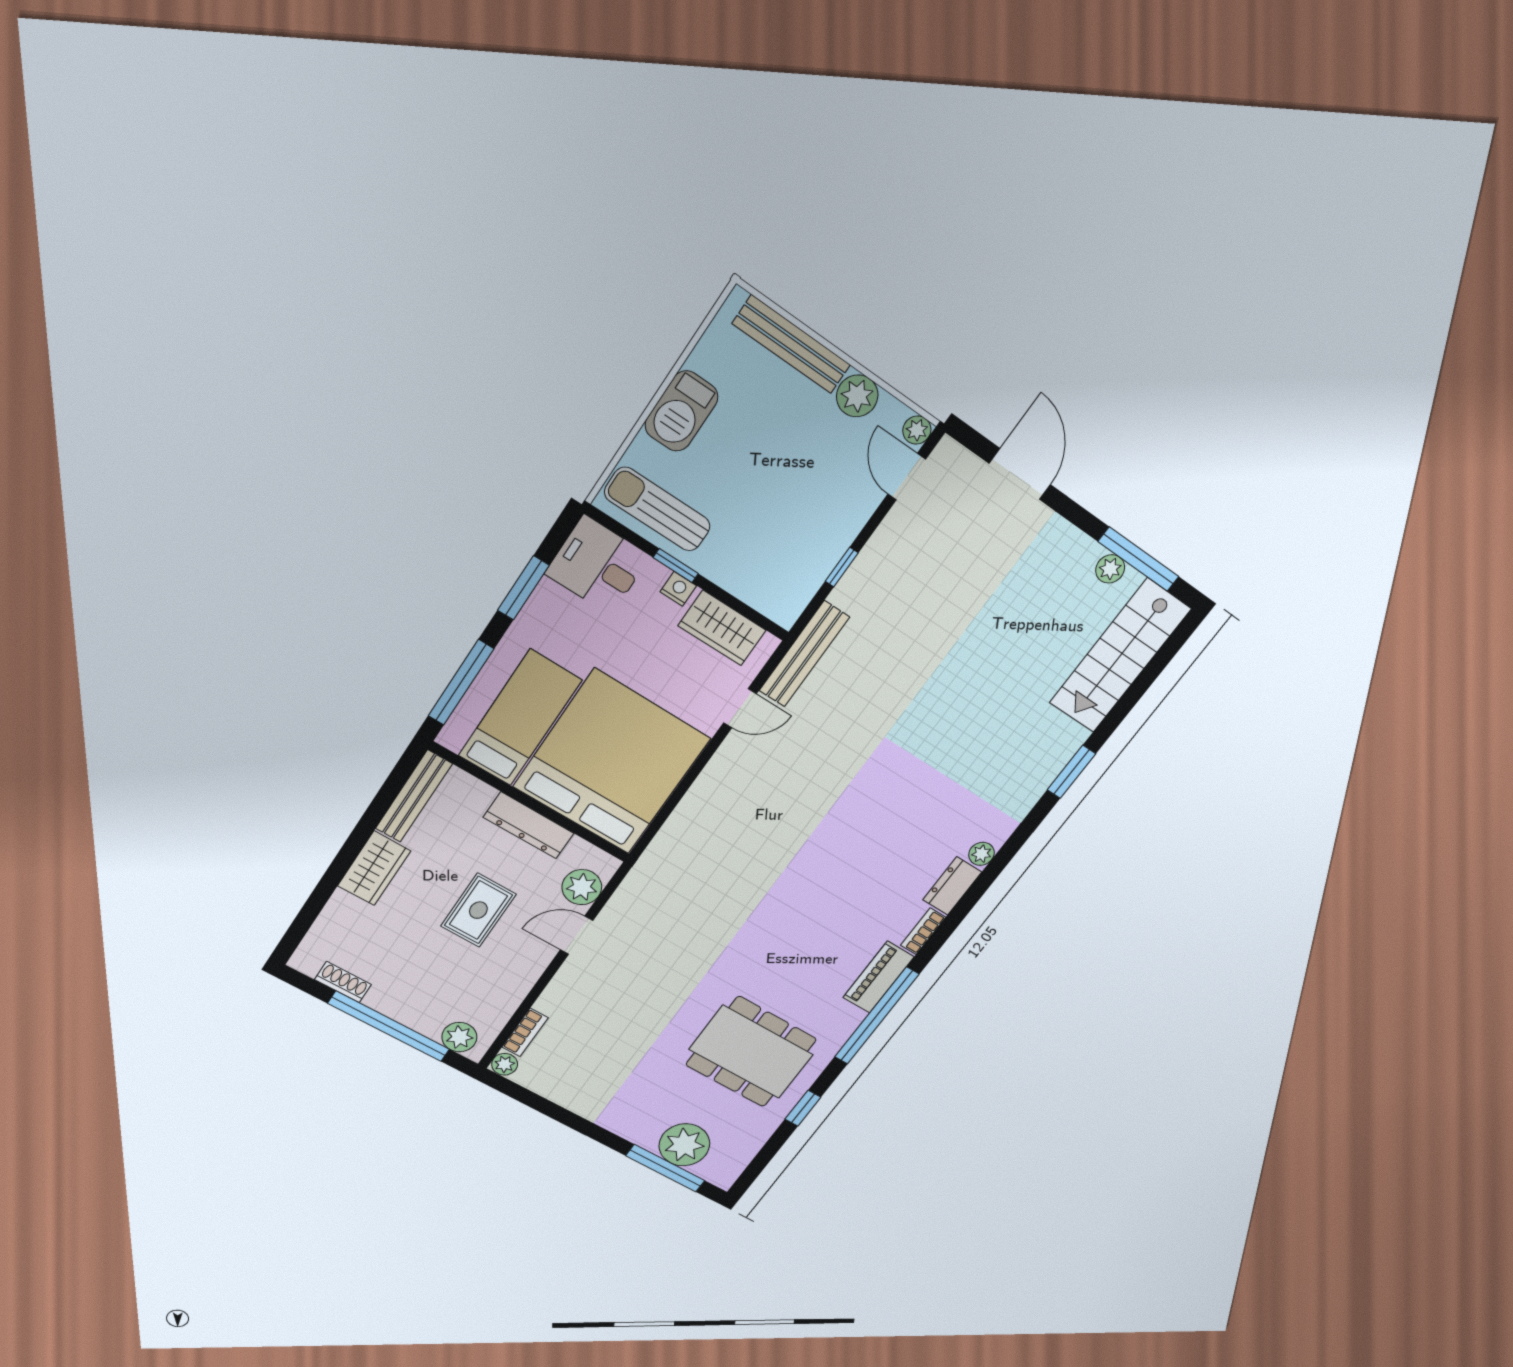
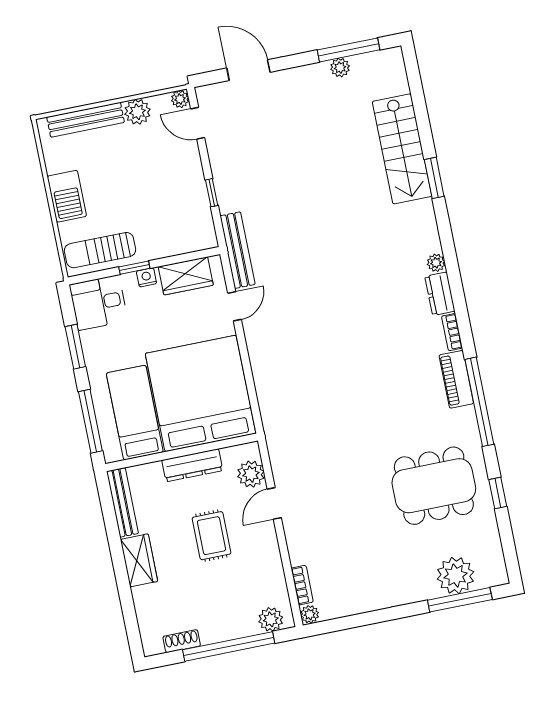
stairs: (1120, 656) -> (402, 149), moved

